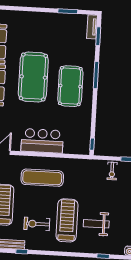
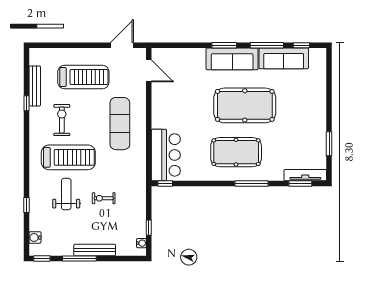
tv unit: (92, 27) -> (305, 175), width x1.41
bar counter: (42, 141) -> (166, 155), moved
exercise bike: (112, 171) -> (104, 198), moved

